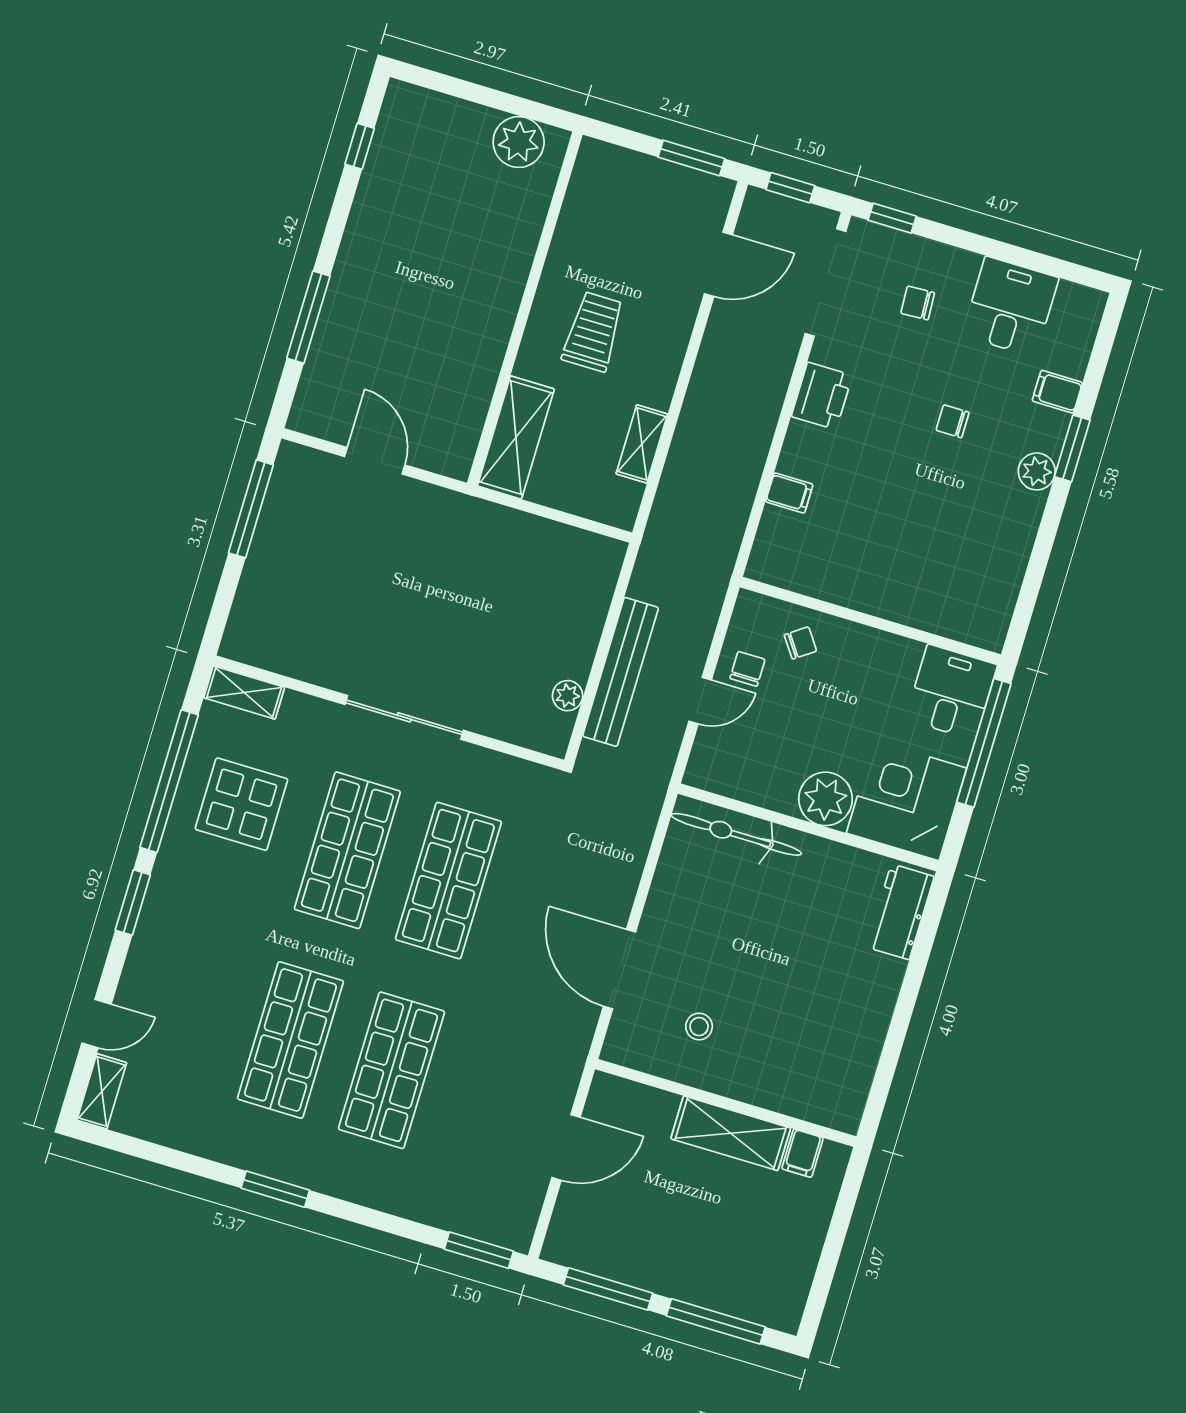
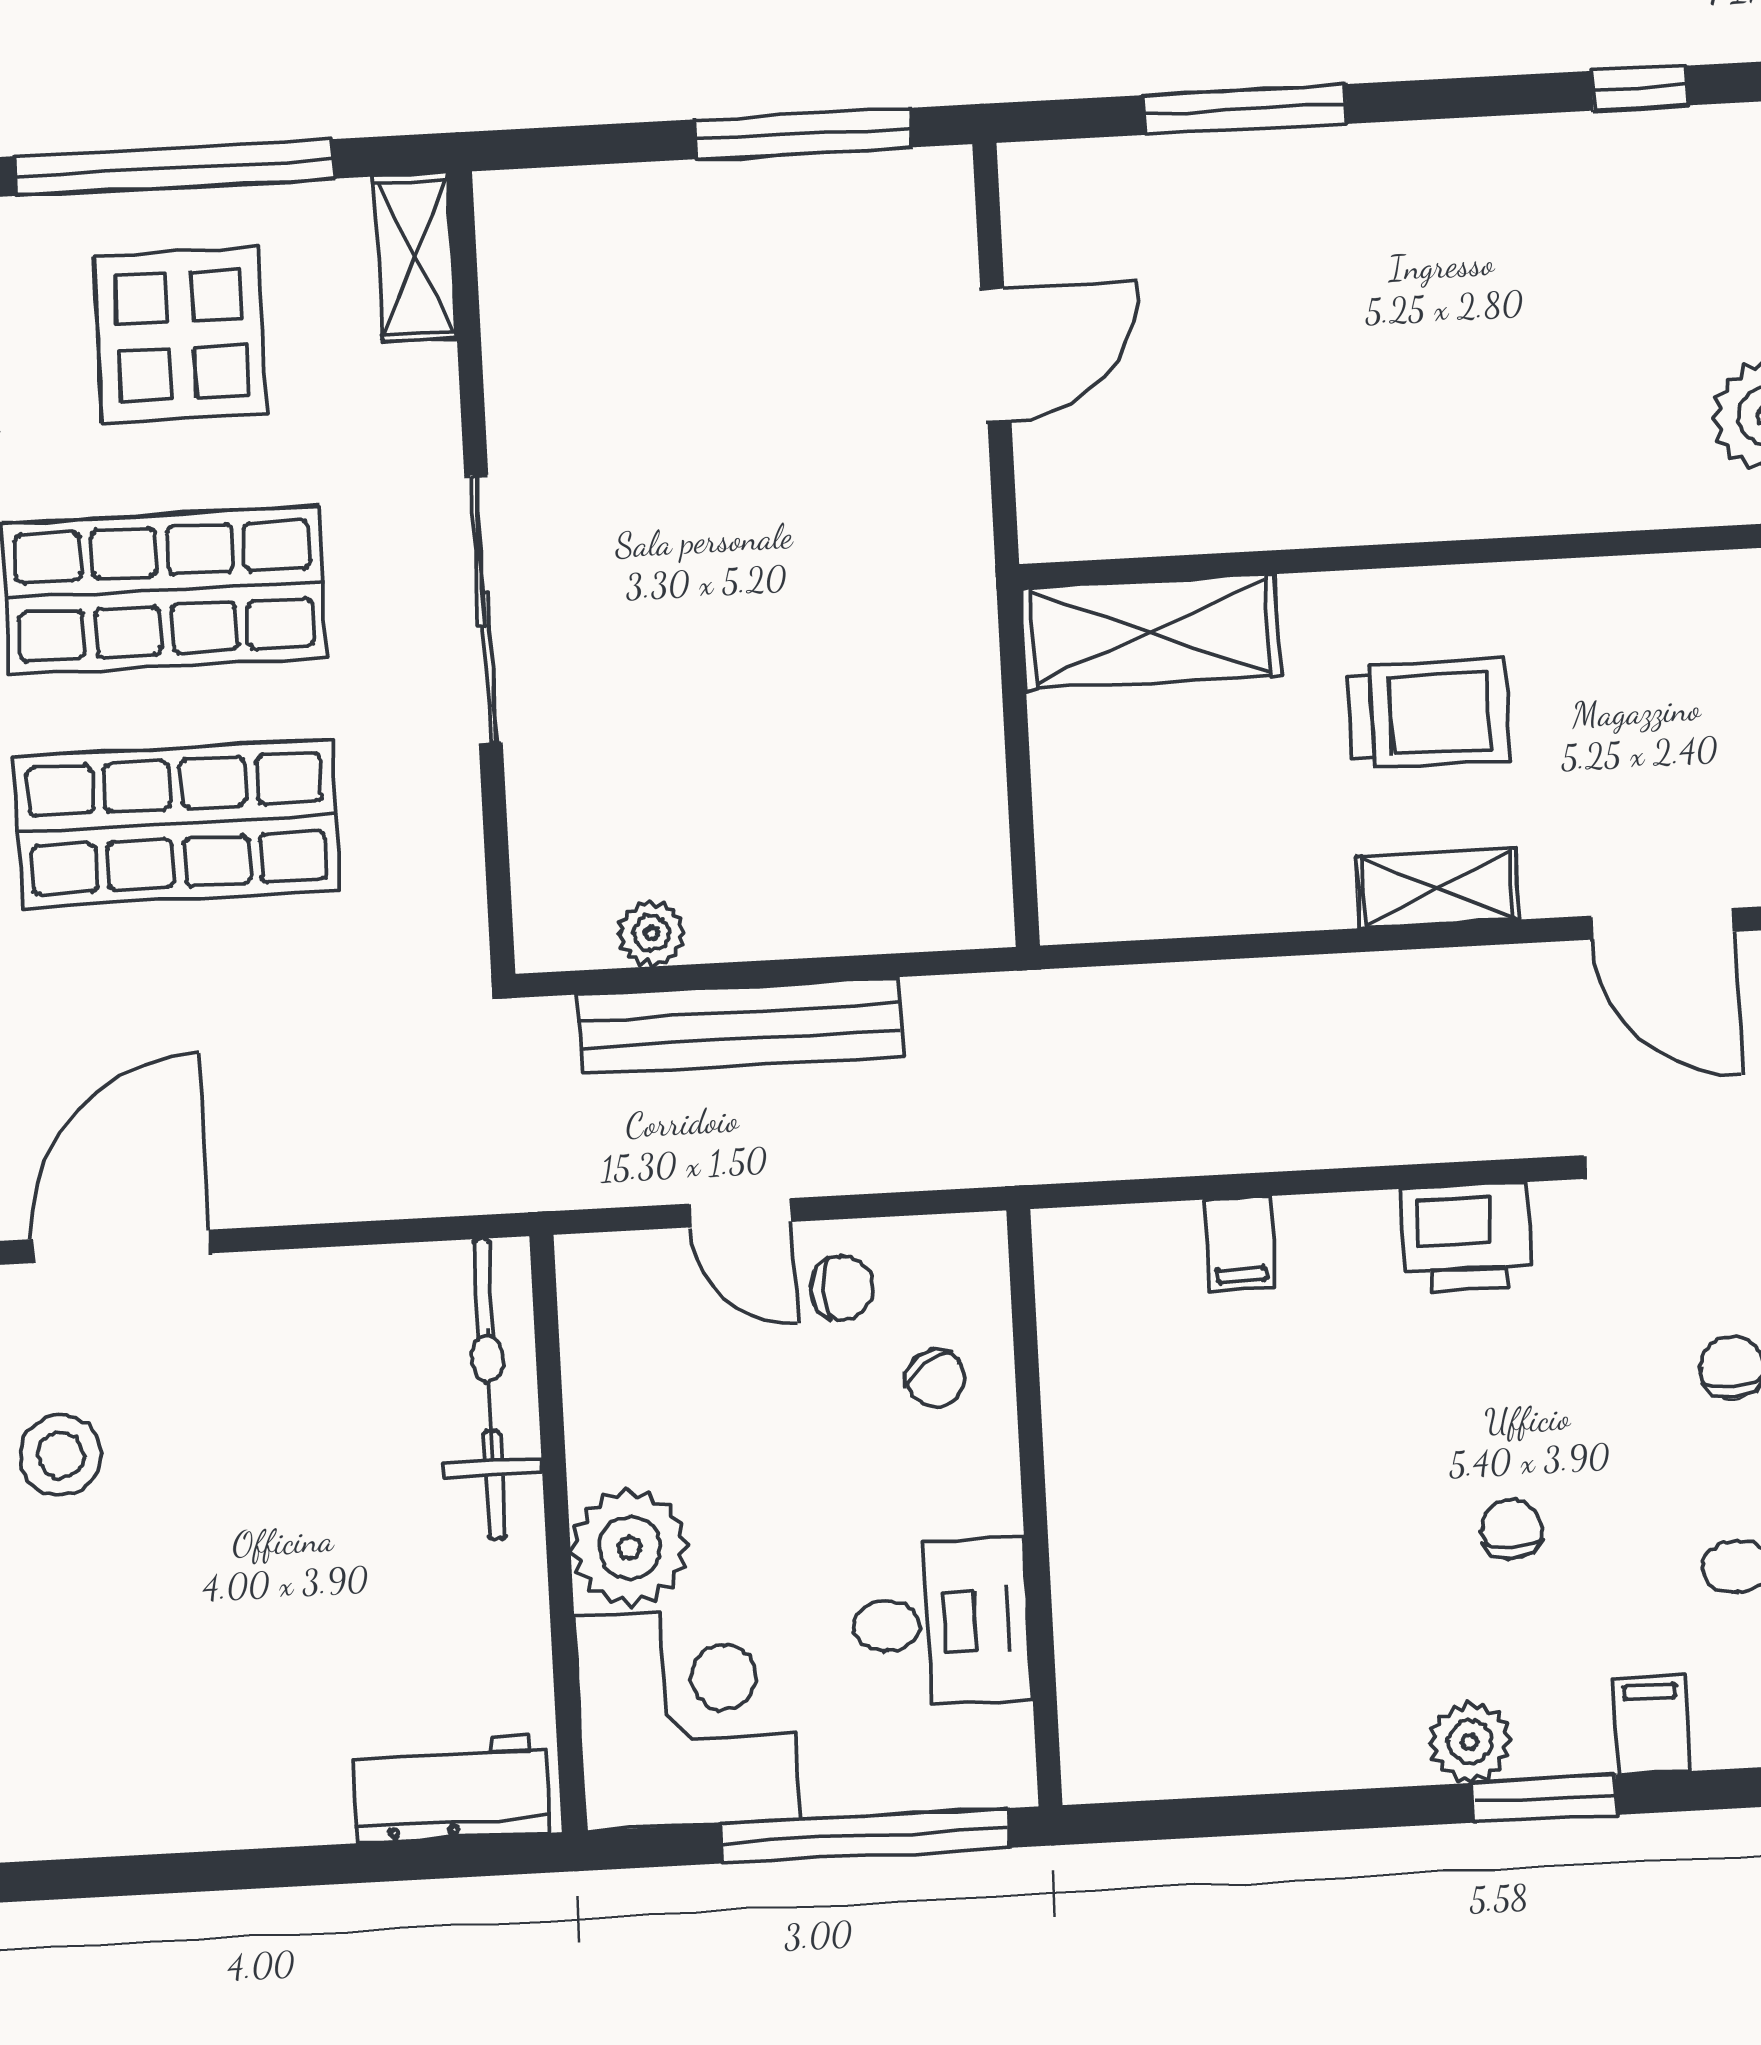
shelving: (642, 444) -> (1437, 888), moved
desk: (951, 692) -> (941, 1623), moved
stool: (699, 1027) -> (61, 1455), width x1.37, depth x1.37

